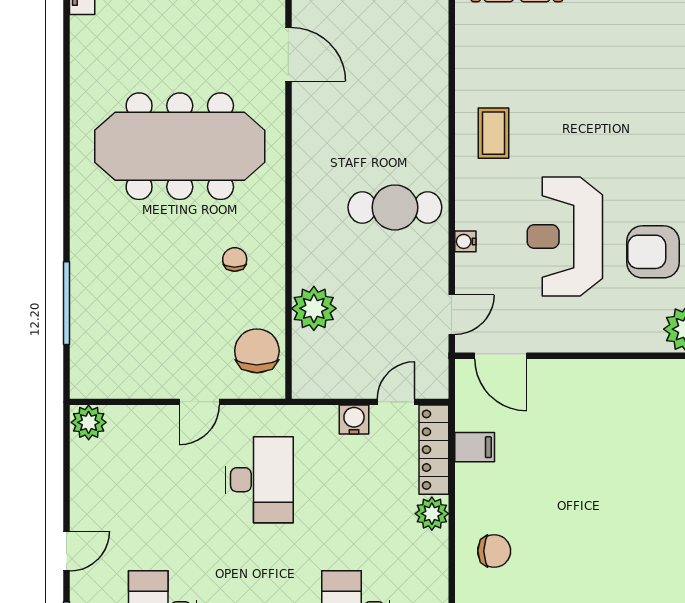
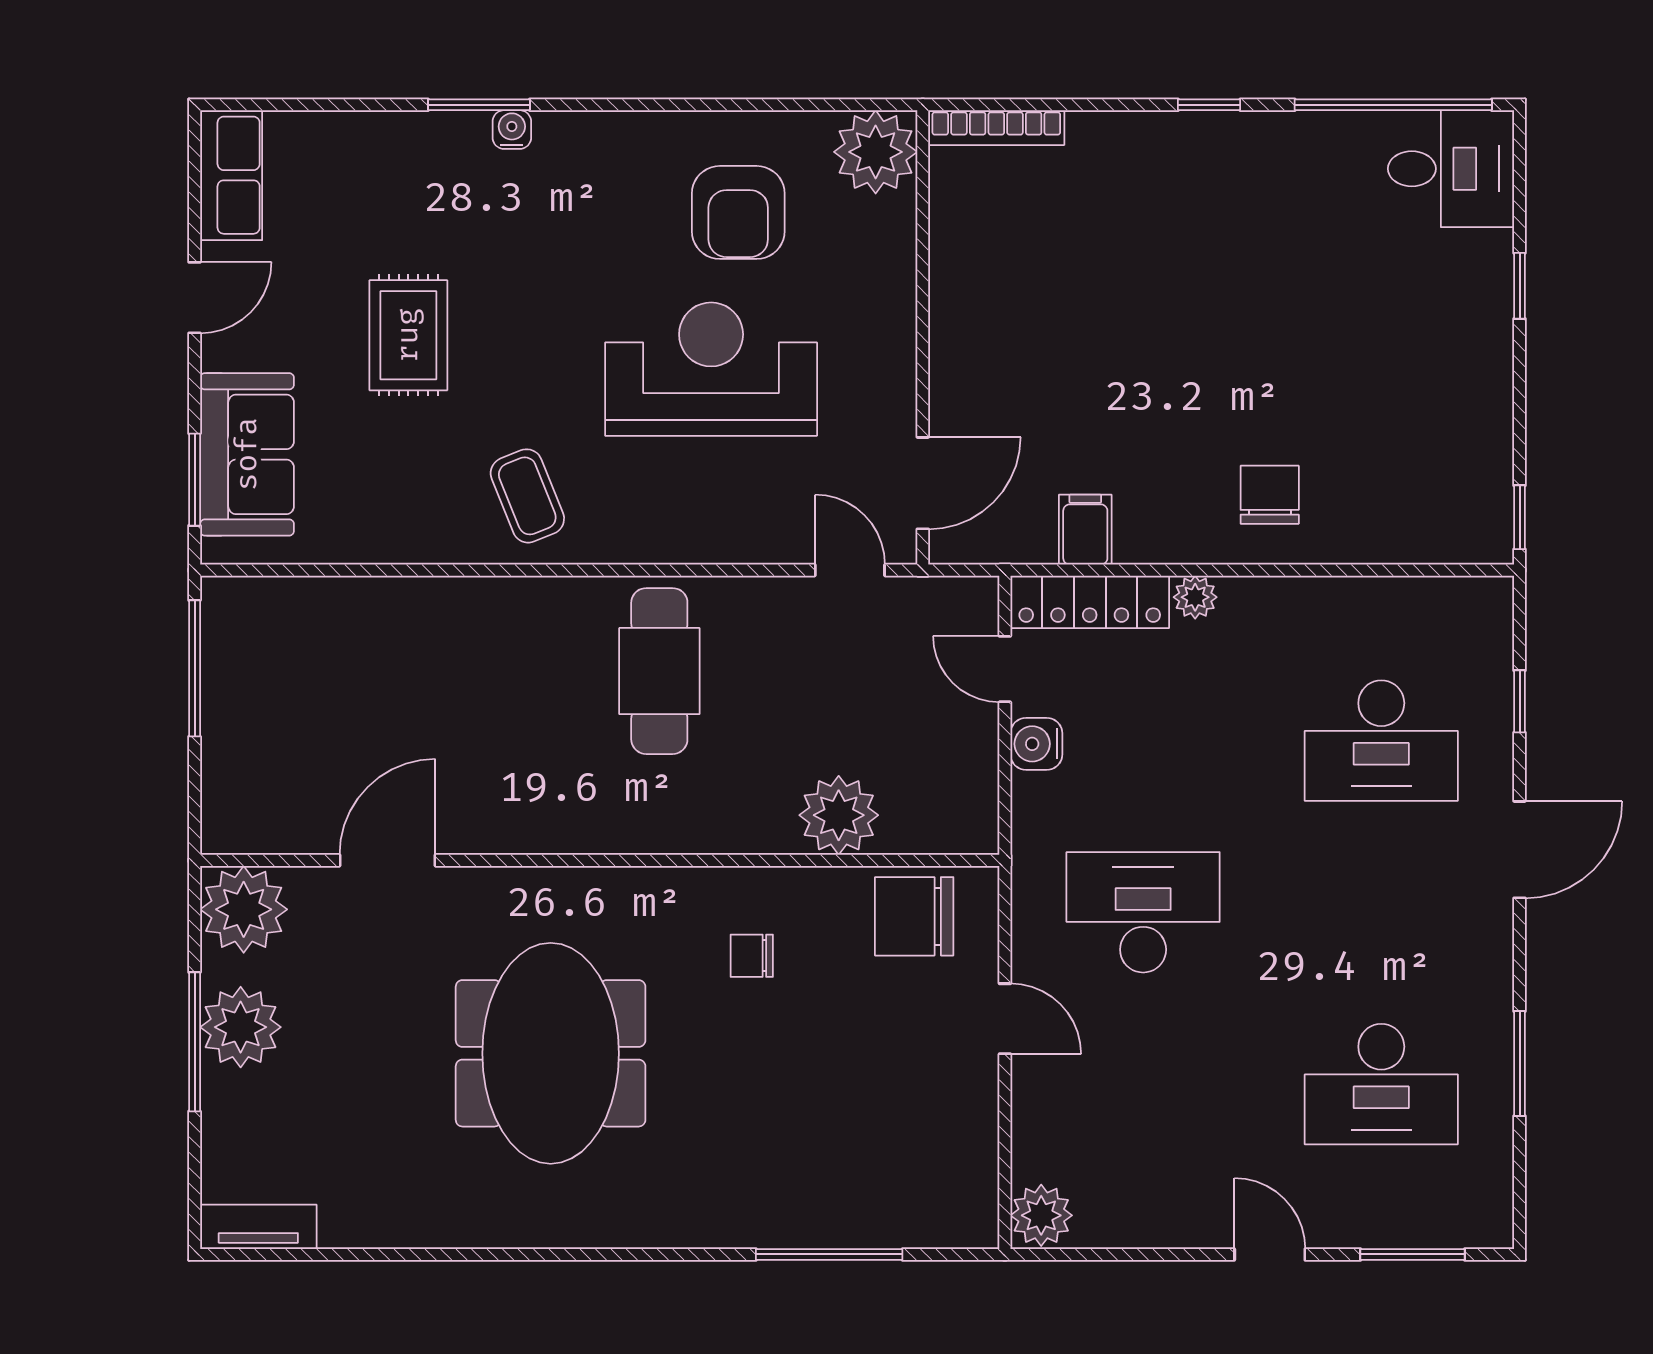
rug: (584, 66) -> (408, 335), added
coffee table: (493, 133) -> (527, 496), turned 68
meeting table: (180, 146) -> (551, 1053), width x0.73
reception desk: (565, 237) -> (711, 369), turned 180
water cooler: (465, 241) -> (720, 546), removed
plant: (432, 514) -> (1195, 597), width x0.73, depth x0.73

